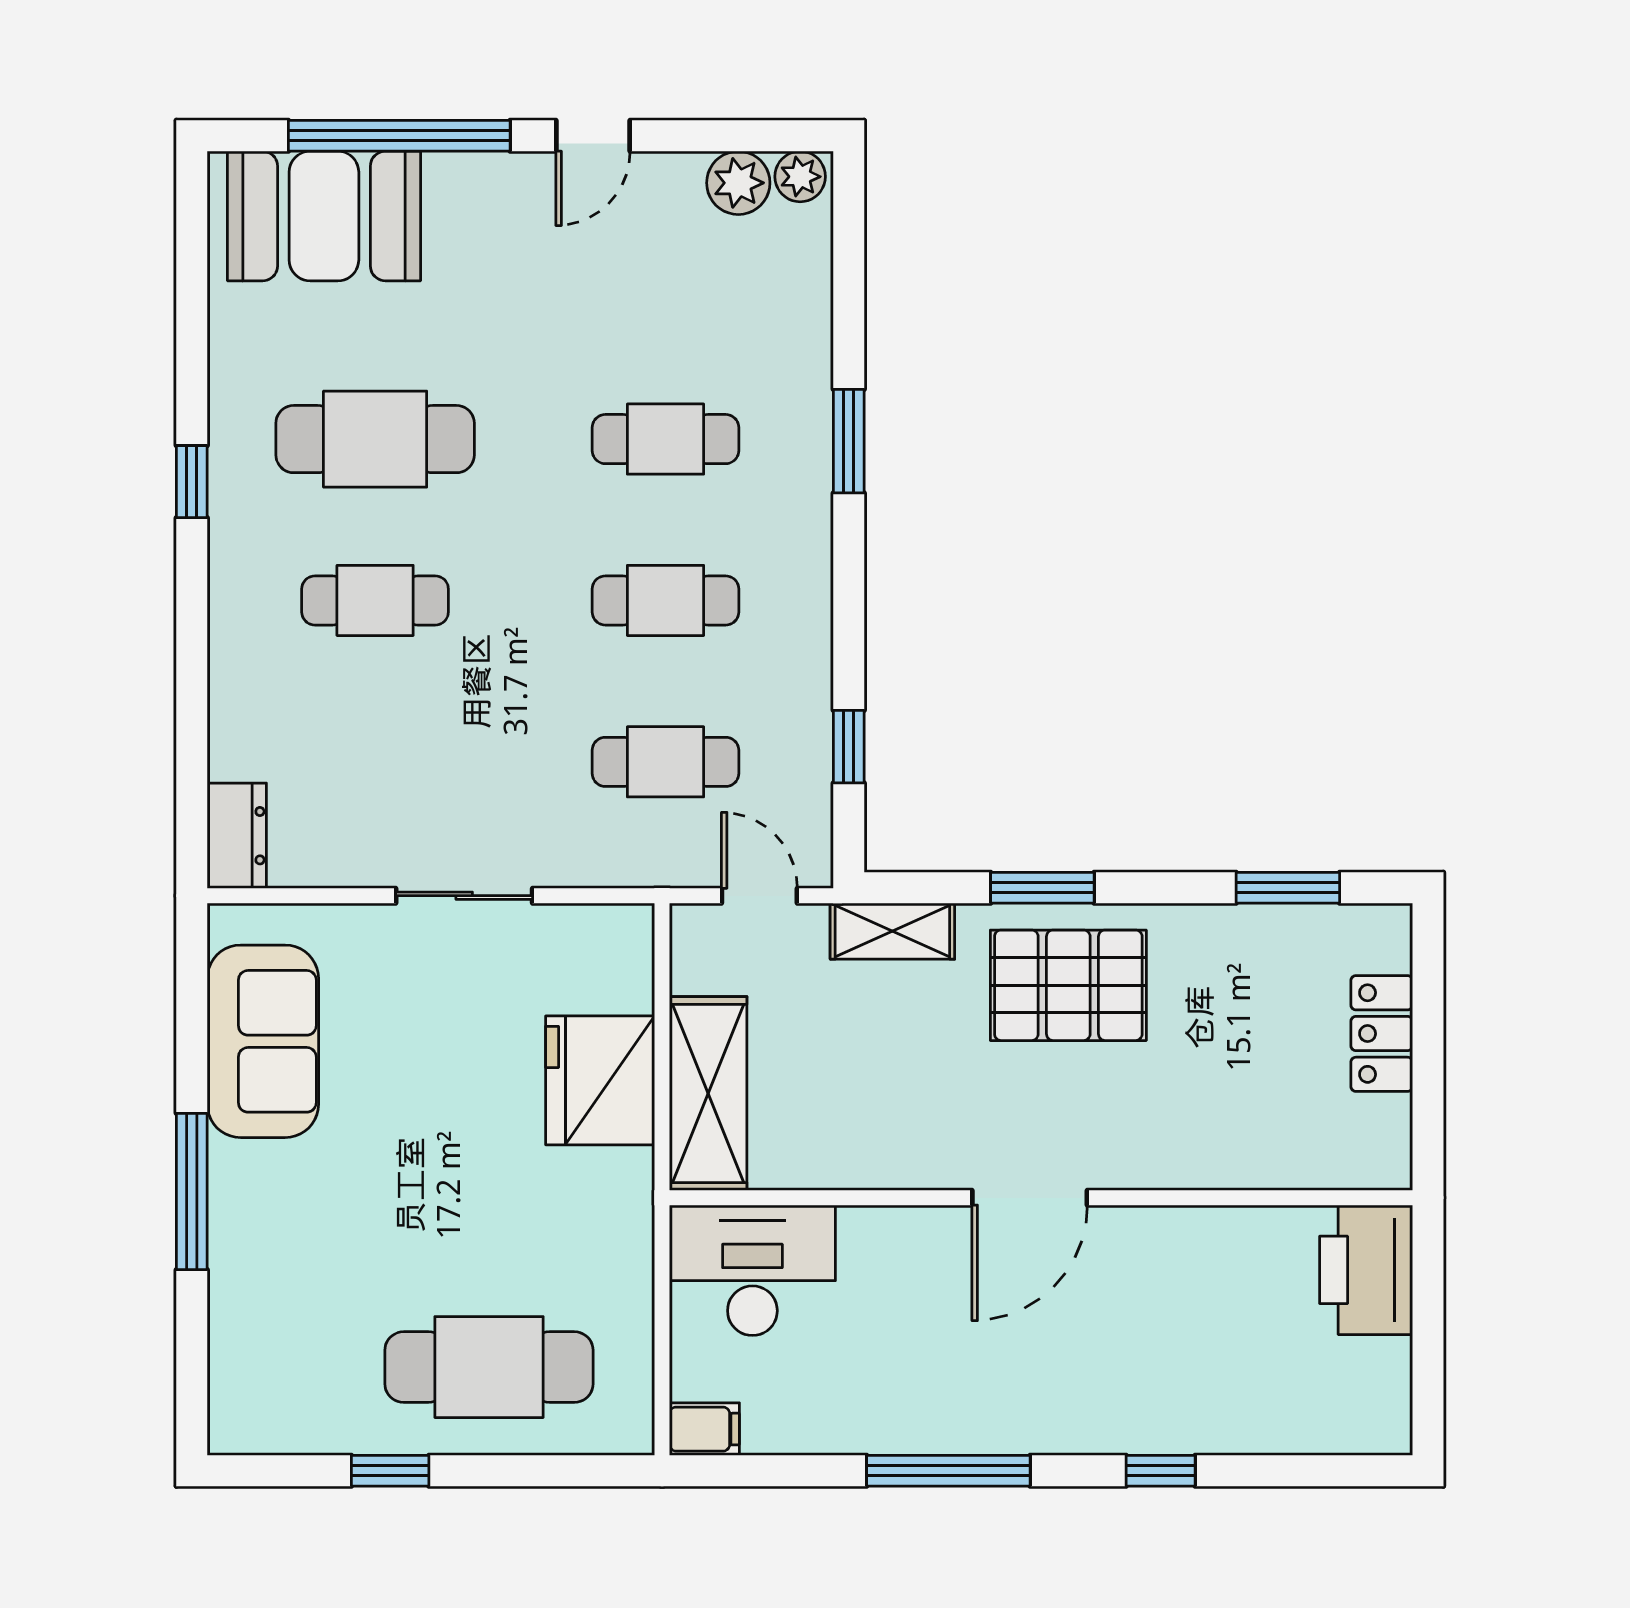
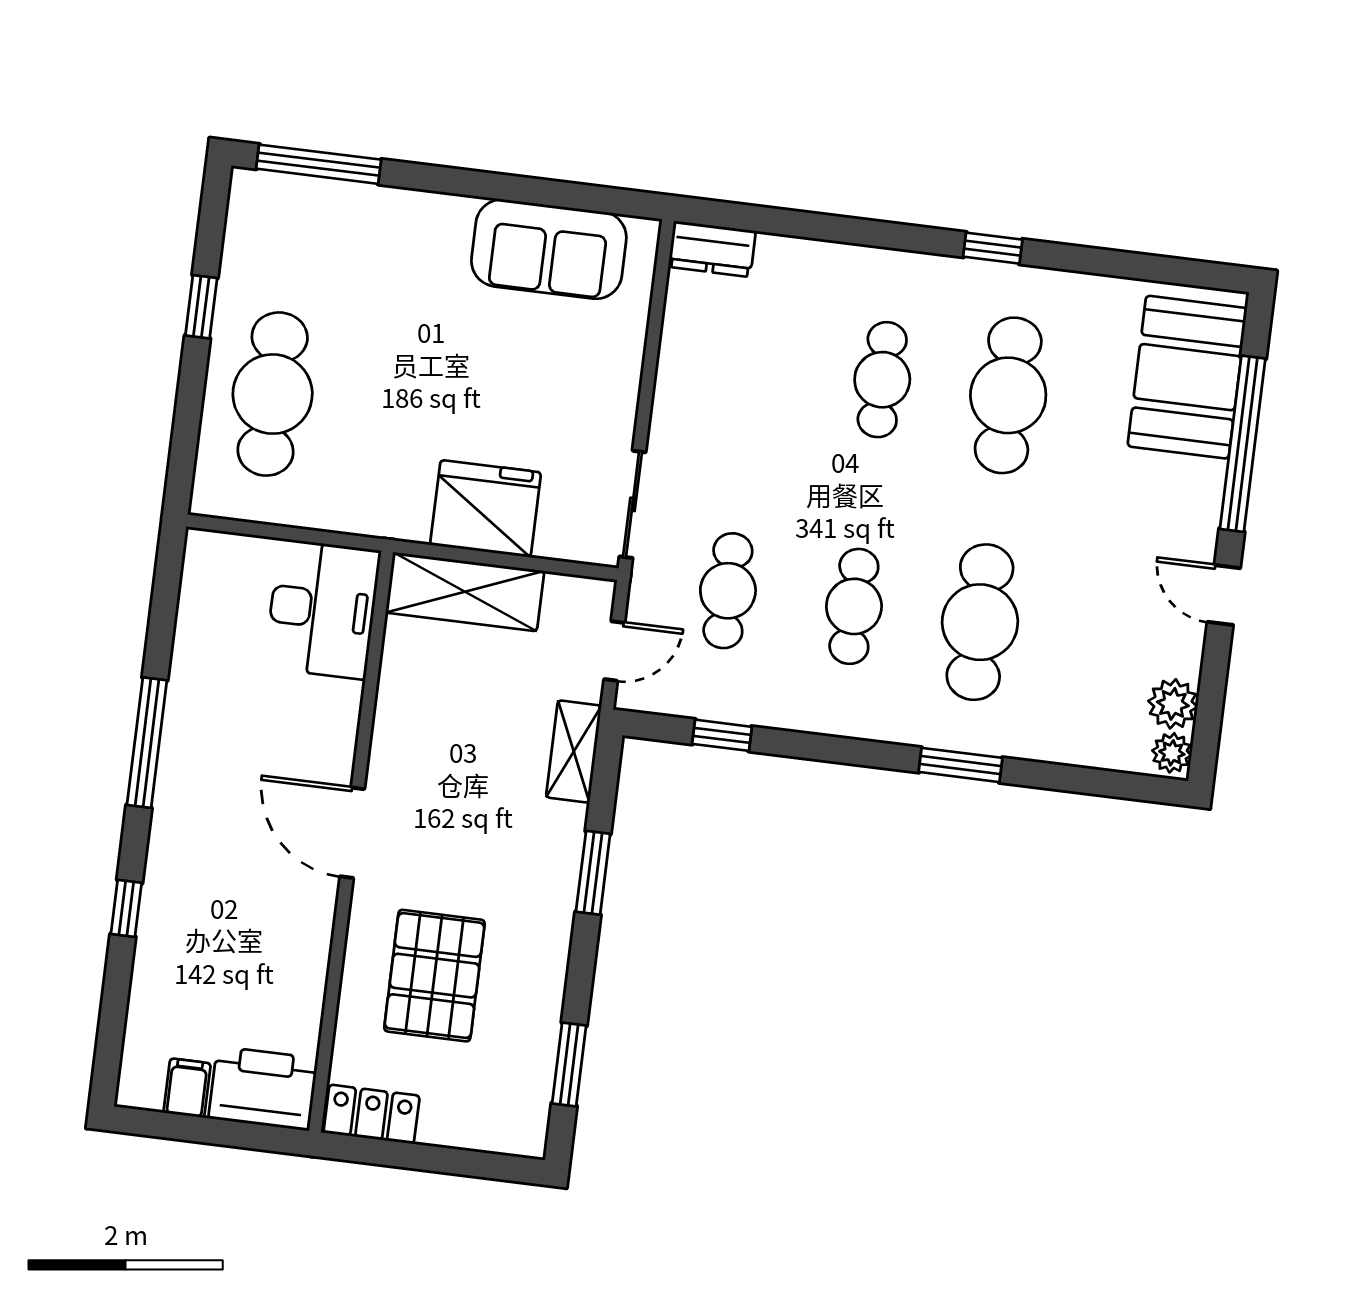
cafe table: (666, 439) -> (980, 622), width x1.37, depth x1.35
sliding door: (464, 896) -> (633, 504), moved
pallet: (1068, 985) -> (434, 976), moved
locker: (1382, 1034) -> (372, 1114), moved
window: (192, 1191) -> (319, 164), moved
filing cabinet: (704, 1429) -> (187, 1088), moved, turned 180

